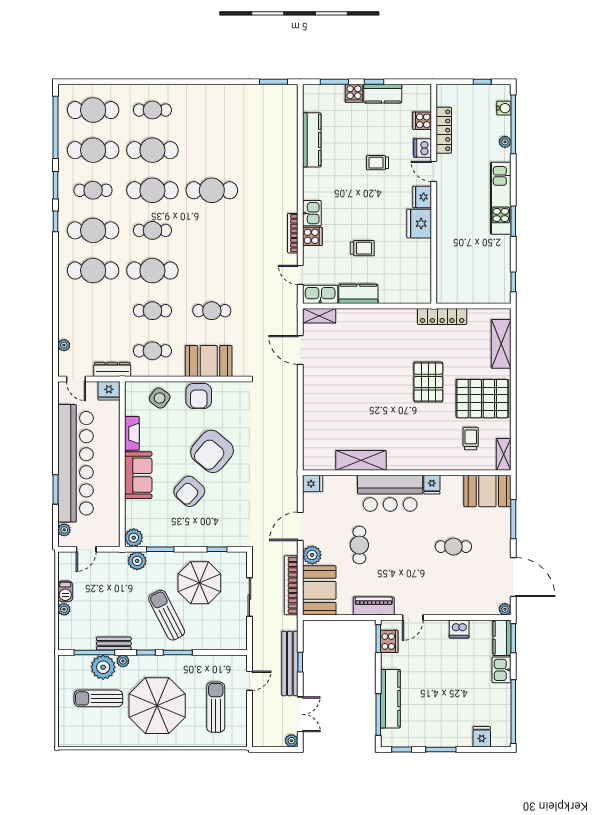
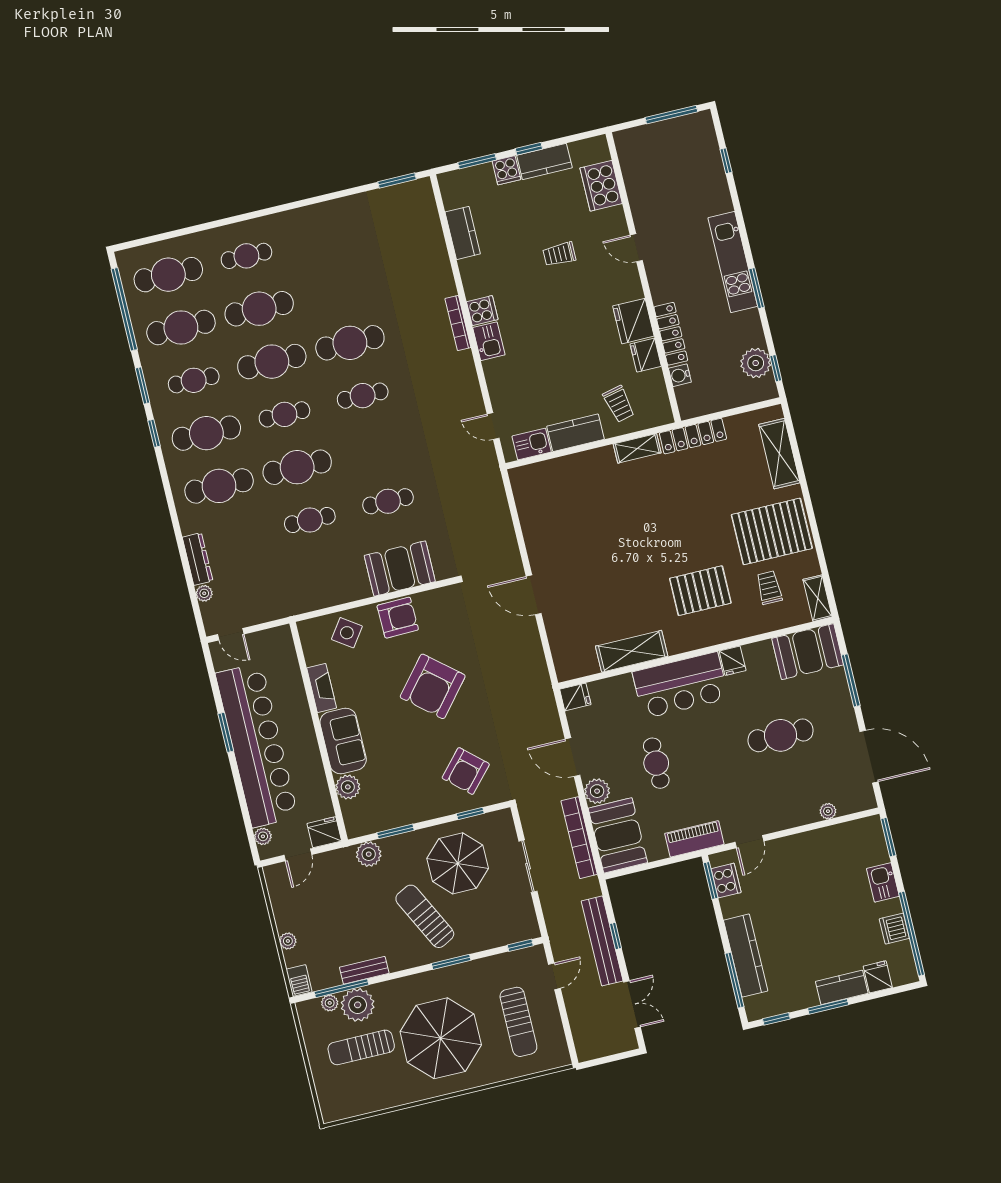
window: (482, 82) -> (671, 115), width x2.17
water cooler: (504, 108) -> (680, 375), moved, turned 180
cooker: (422, 121) -> (601, 186), width x1.87, depth x1.31
window: (513, 124) -> (726, 161), width x0.32
locker: (444, 130) -> (671, 334), moved
kitchen counter: (312, 140) -> (463, 233), width x0.67
plant: (505, 142) -> (756, 363), moved, width x1.87, depth x1.87
dishwasher: (423, 148) -> (614, 221), removed
fridge: (422, 197) -> (646, 355), moved
bookcase: (293, 233) -> (458, 323), moved
cooker: (312, 236) -> (482, 311), moved
trolley: (362, 248) -> (619, 404), moved, turned 77
kitchen sink: (320, 294) -> (532, 444), width x0.73
shelving: (319, 316) -> (637, 448), moved
door: (300, 350) -> (534, 595), moved
cafe table: (152, 351) -> (363, 396), moved
dresser: (112, 369) -> (198, 559), moved, turned 90
pallet: (428, 382) -> (700, 591), moved, turned 90
fridge: (109, 391) -> (324, 832), moved, turned 180
armchair: (199, 396) -> (398, 618), turned -91
window: (55, 489) -> (226, 732), moved
armchair: (189, 491) -> (466, 771), moved
door: (300, 526) -> (573, 757), hinge flipped
plant: (134, 538) -> (348, 787), moved
cafe table: (453, 547) -> (781, 735), width x1.37, depth x1.35
barbecue: (65, 591) -> (299, 981), moved
plant: (505, 609) -> (828, 811), moved
dishwasher: (459, 629) -> (894, 929), moved, turned 90
kitchen counter: (502, 638) -> (842, 987), moved, turned 90
window: (146, 653) -> (520, 945), moved
plant: (123, 661) -> (330, 1003), moved
sun lounger: (216, 707) -> (518, 1022), turned 180
plant: (291, 741) -> (629, 1042), removed

